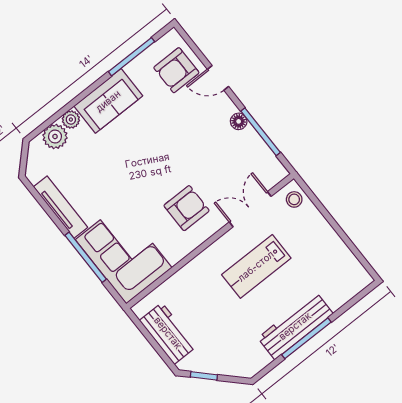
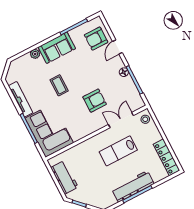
door: (218, 78) -> (117, 47), hinge flipped
plant: (55, 136) -> (25, 61), removed
coffee table: (126, 168) -> (59, 85), added
armchair: (187, 208) -> (95, 101), moved
locker: (346, 261) -> (166, 157), added

